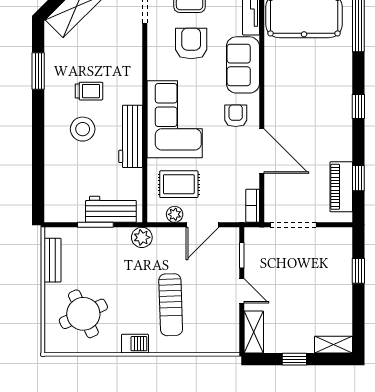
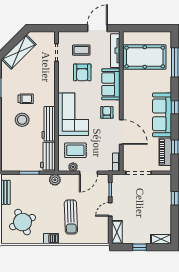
armchair: (191, 43) -> (82, 72), turned 180
sofa: (335, 120) -> (162, 115), added
workbench: (111, 209) -> (48, 156), moved, turned -90
door: (242, 291) -> (110, 209), swing flipped

